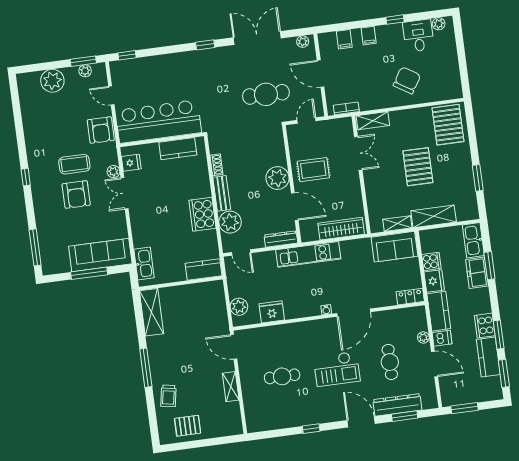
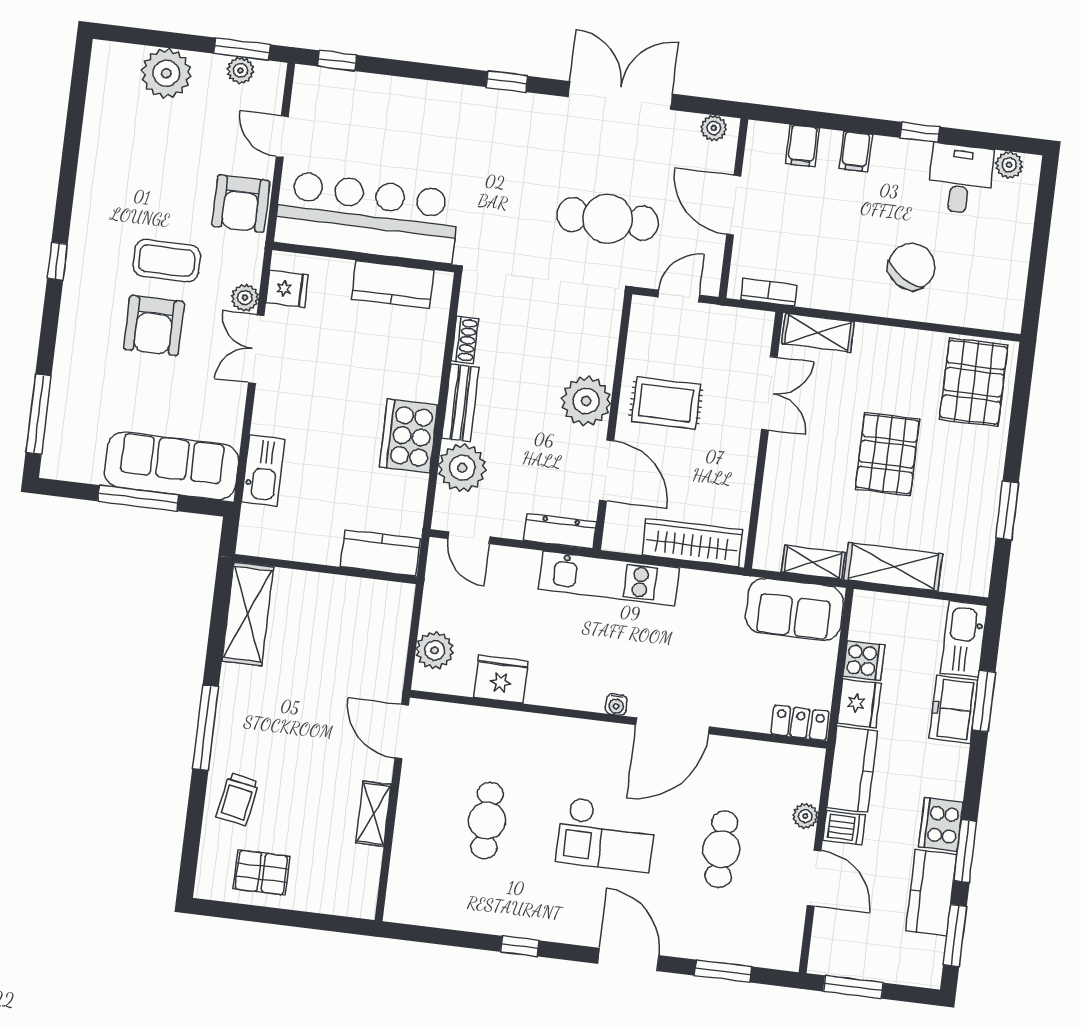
kitchen sink: (144, 264) -> (263, 470), moved
cafe table: (282, 376) -> (487, 820), turned 90
dresser: (397, 405) -> (714, 943), removed

